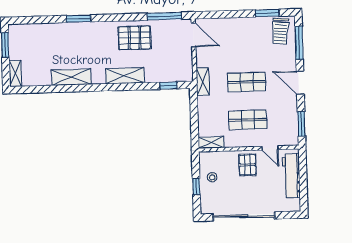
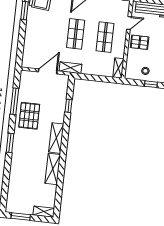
window: (164, 16) -> (15, 101), moved
window: (79, 19) -> (10, 143), moved
door: (194, 35) -> (48, 71), moved
shelving: (125, 76) -> (56, 138), moved
window: (168, 85) -> (68, 106), moved

